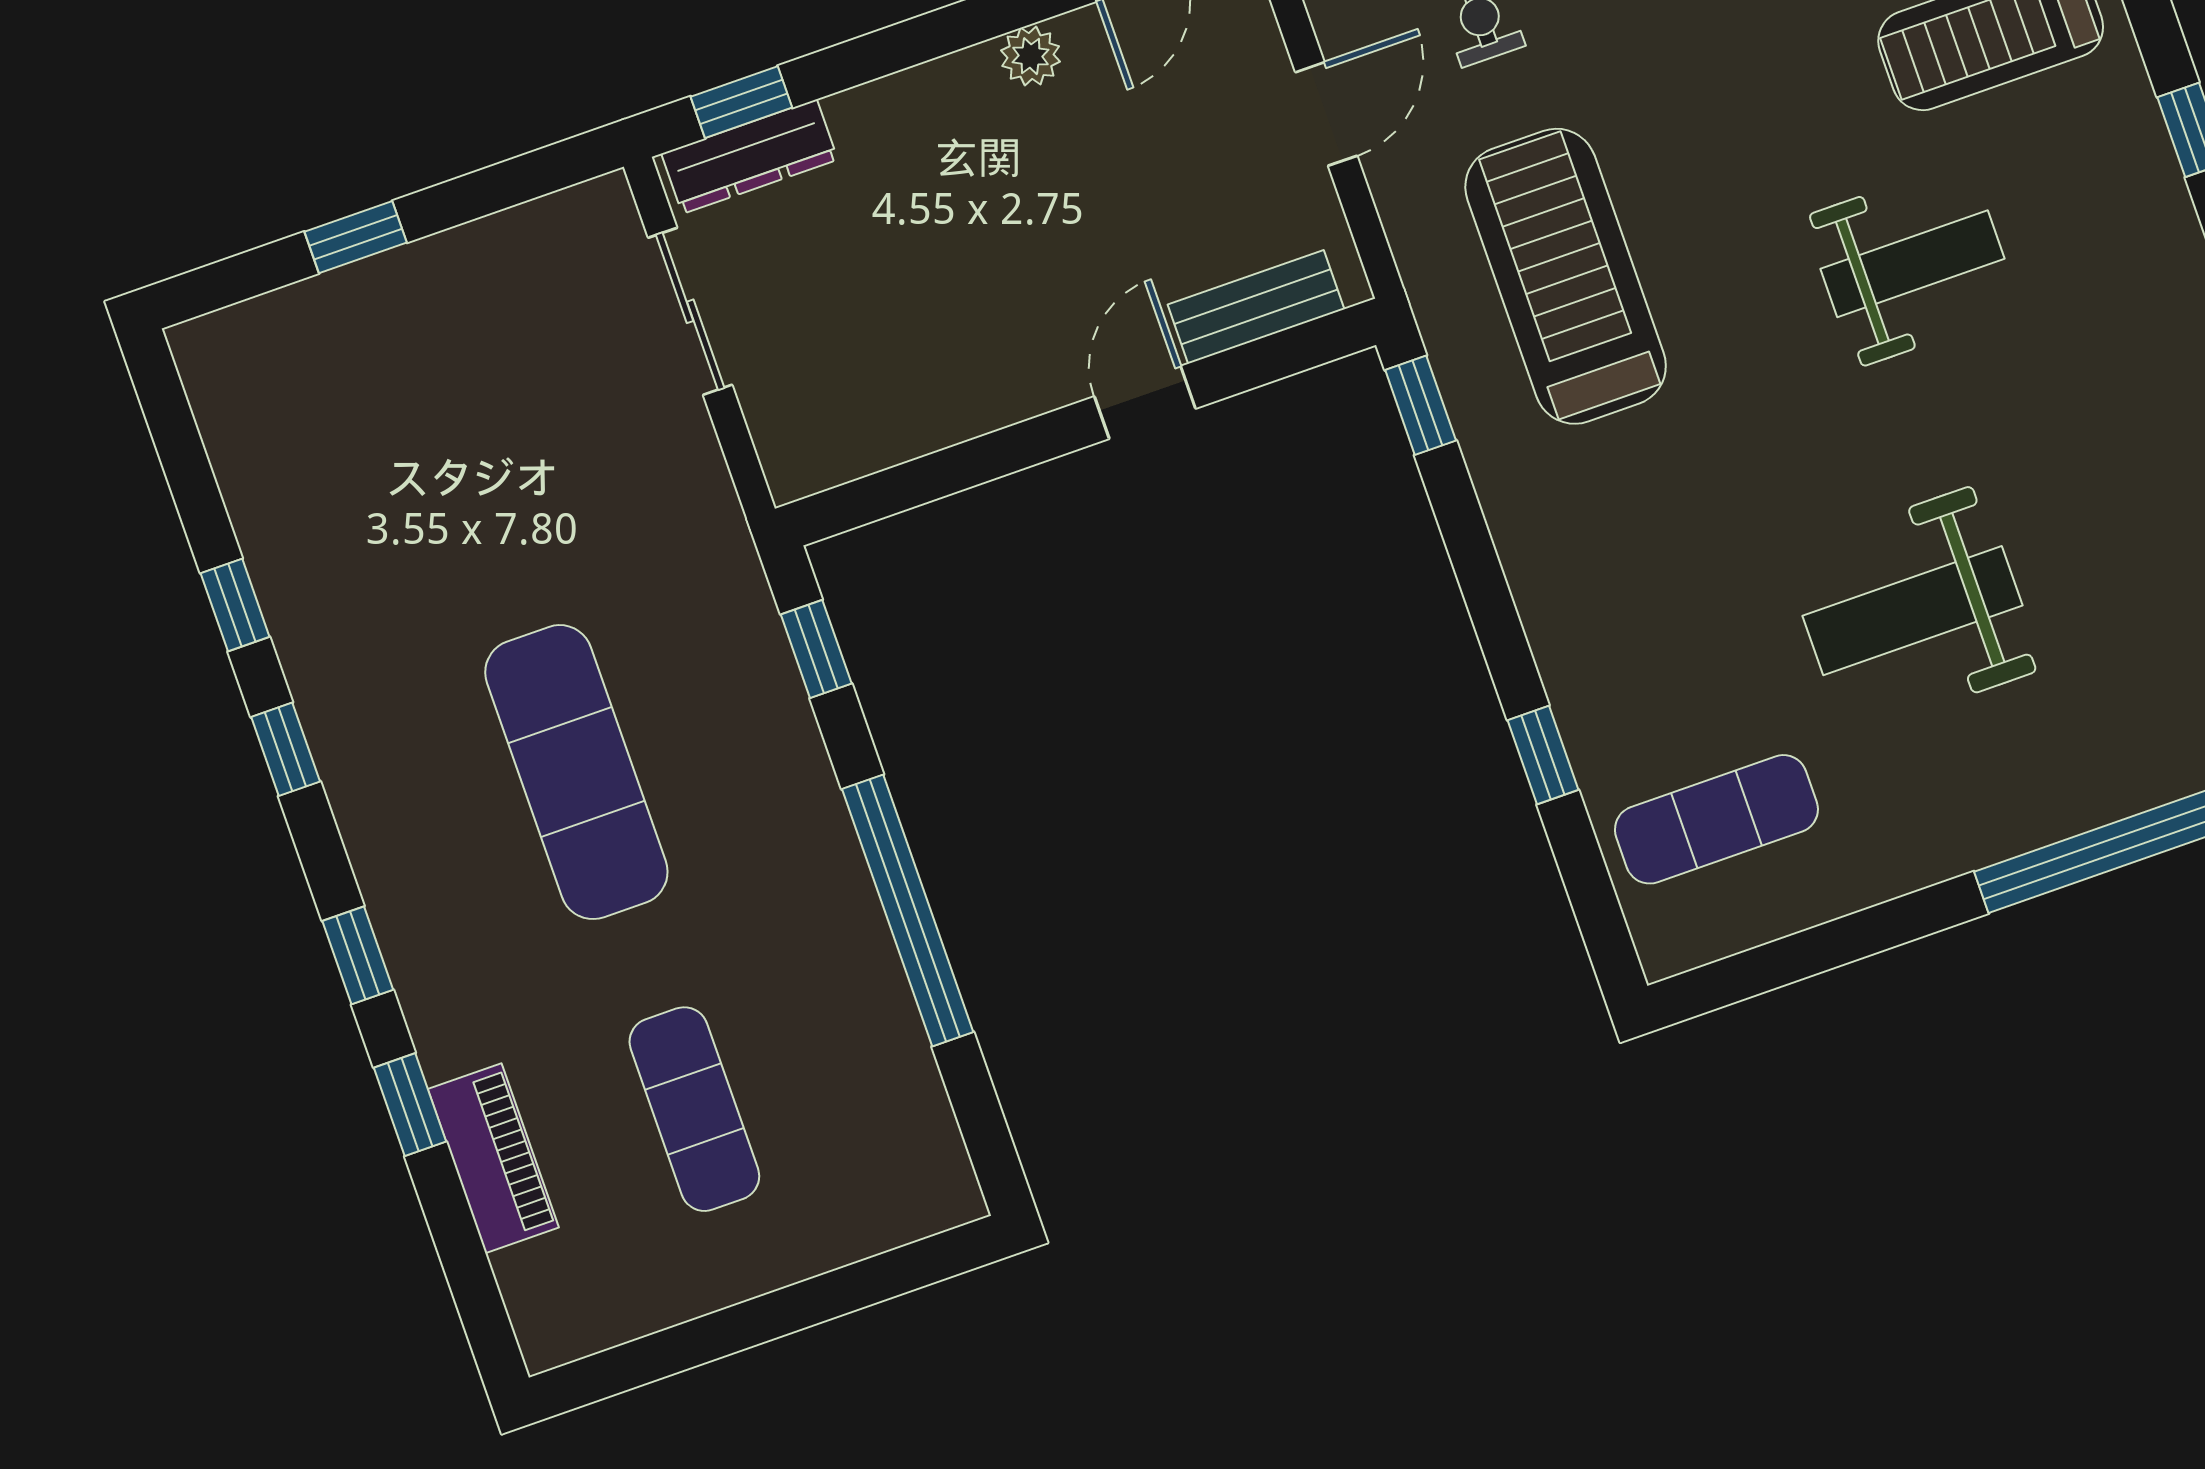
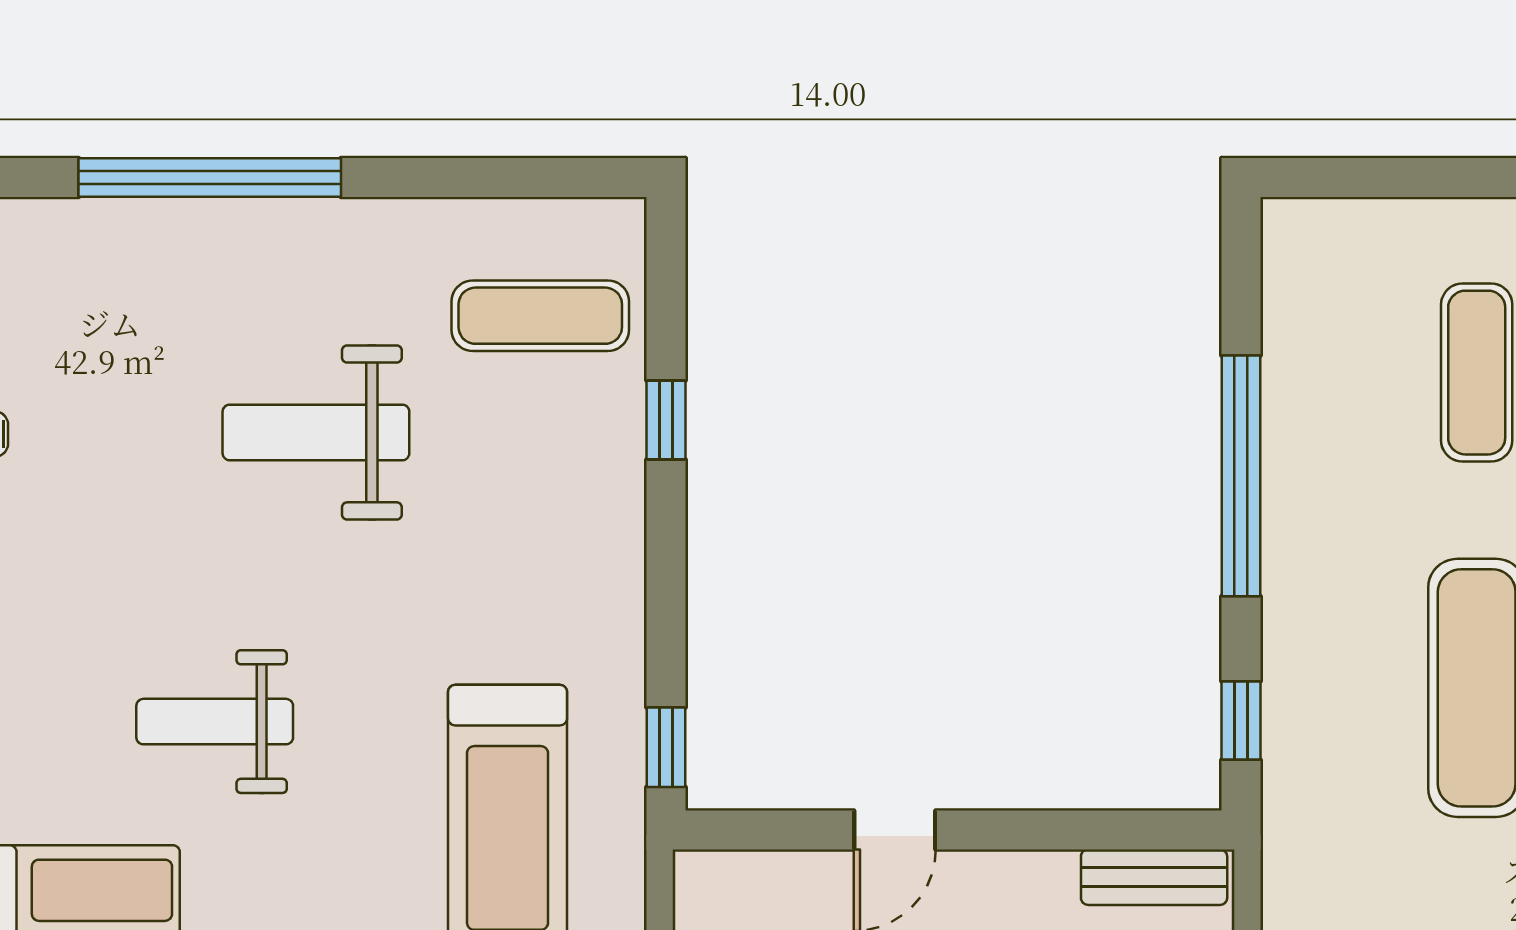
bench: (1256, 307) -> (1154, 877), moved
weight bench: (1912, 611) -> (316, 432), turned 180

